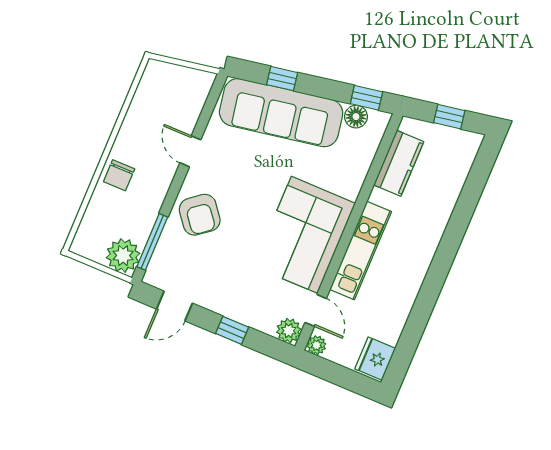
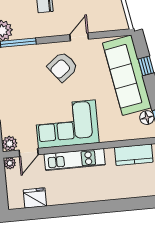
armchair: (200, 215) -> (63, 67), moved
fridge: (375, 359) -> (35, 198), moved

